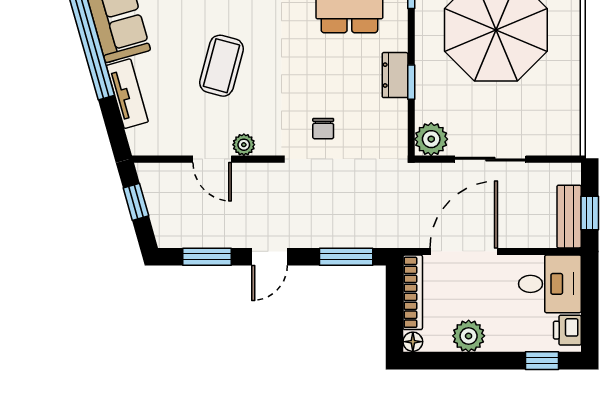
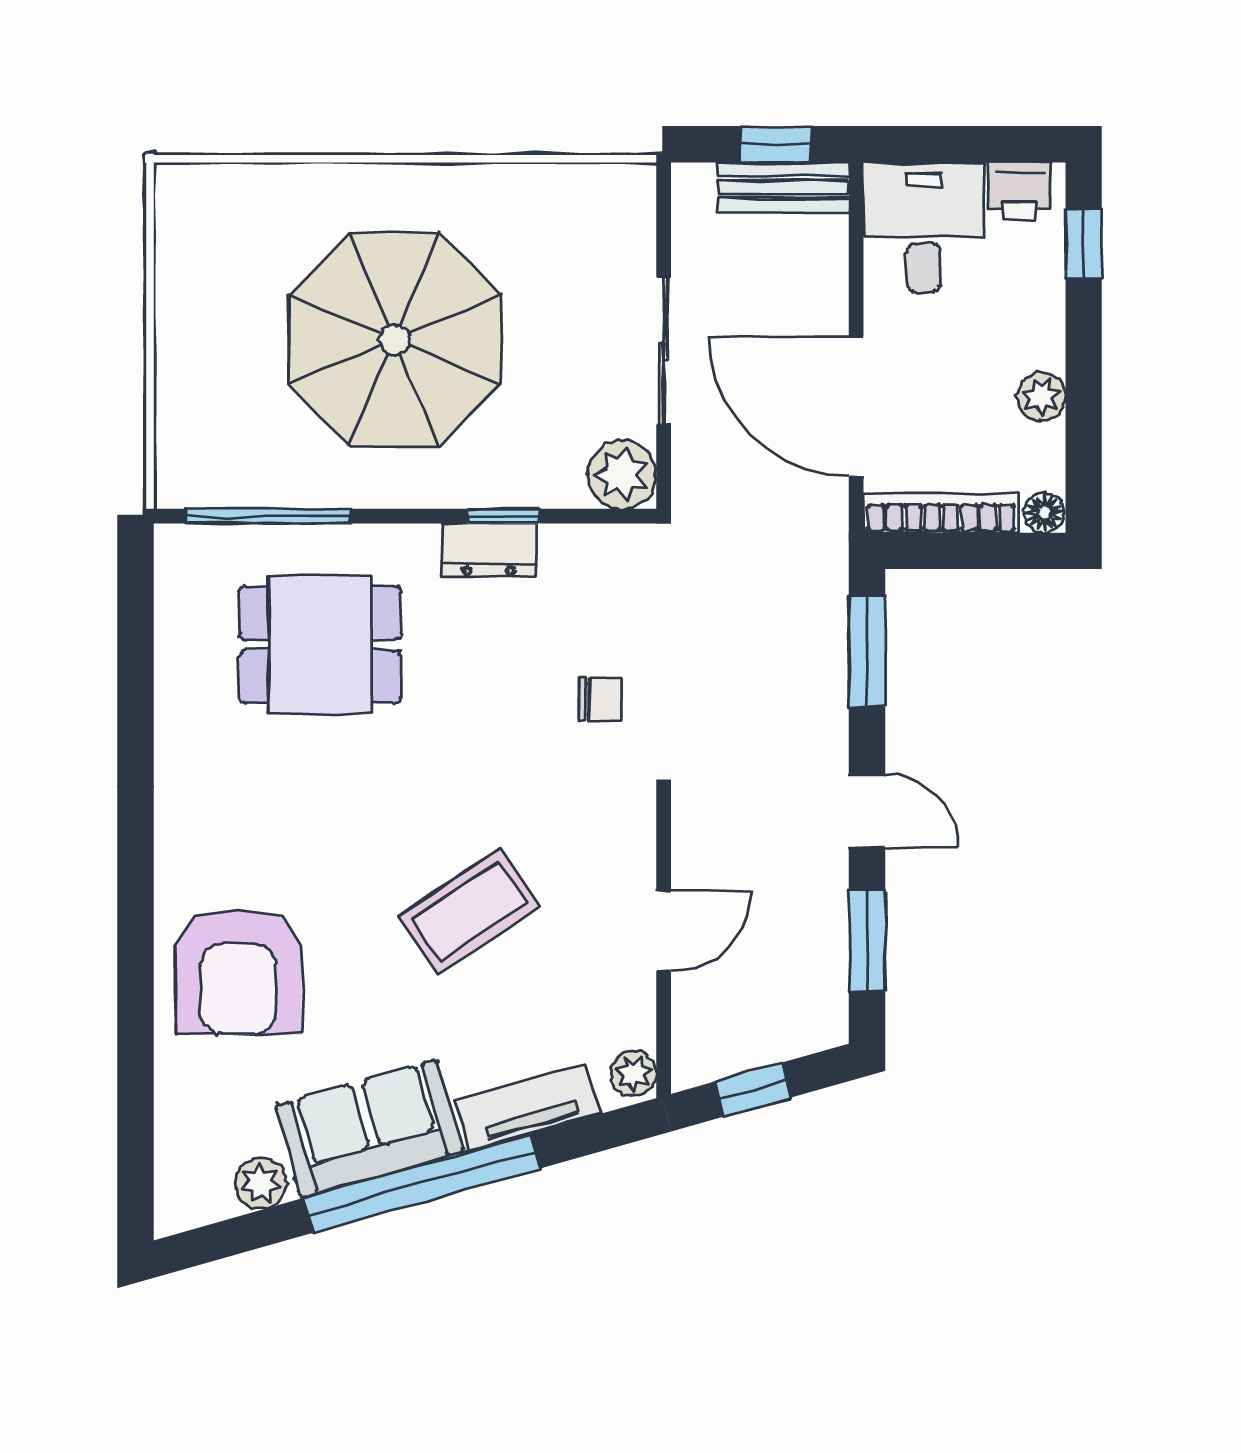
coffee table: (221, 66) -> (469, 911), turned -49
plant: (244, 145) -> (634, 1074), moved
plant: (469, 336) -> (1041, 397), width x0.73, depth x0.73

